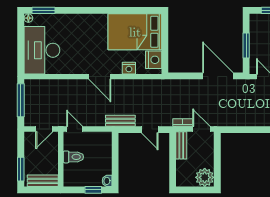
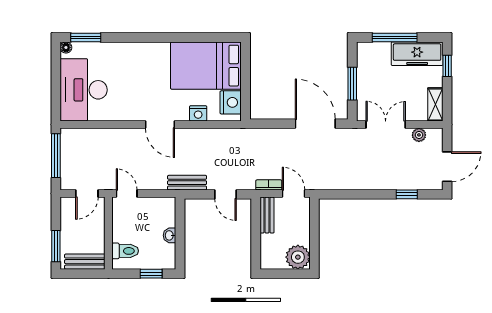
toilet: (73, 157) -> (125, 251), moved
washbasin: (107, 181) -> (170, 235), moved

